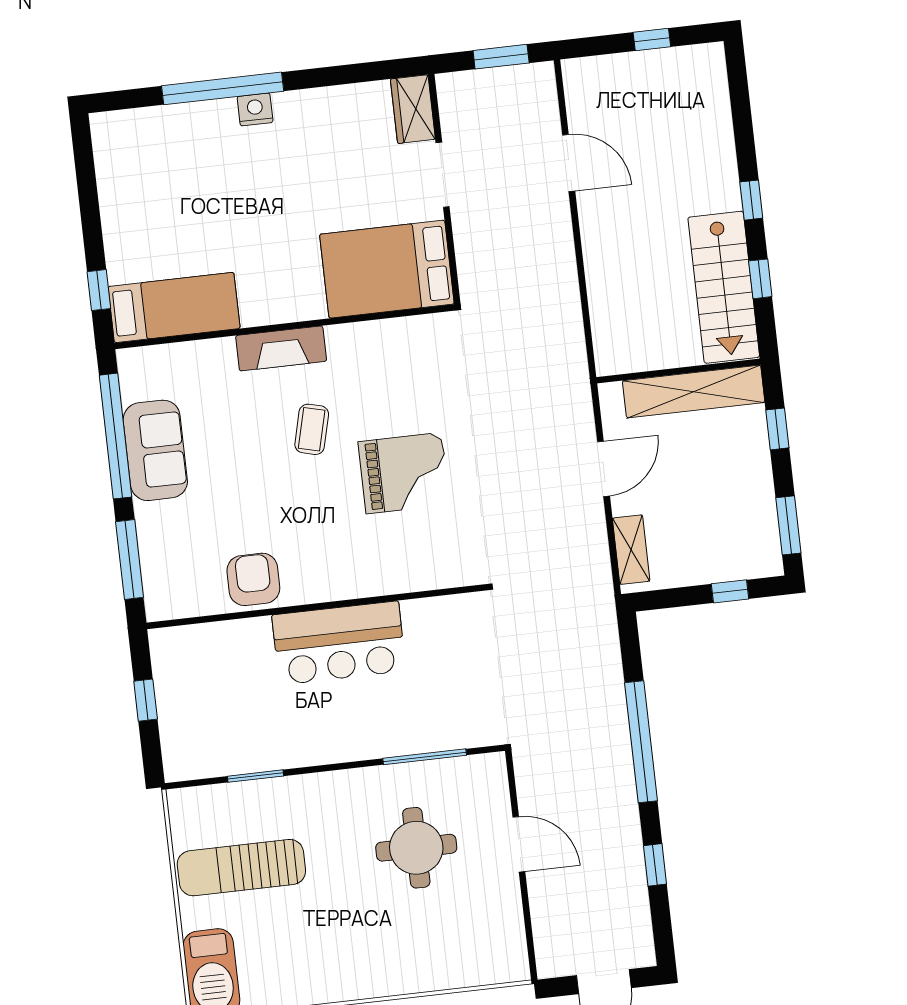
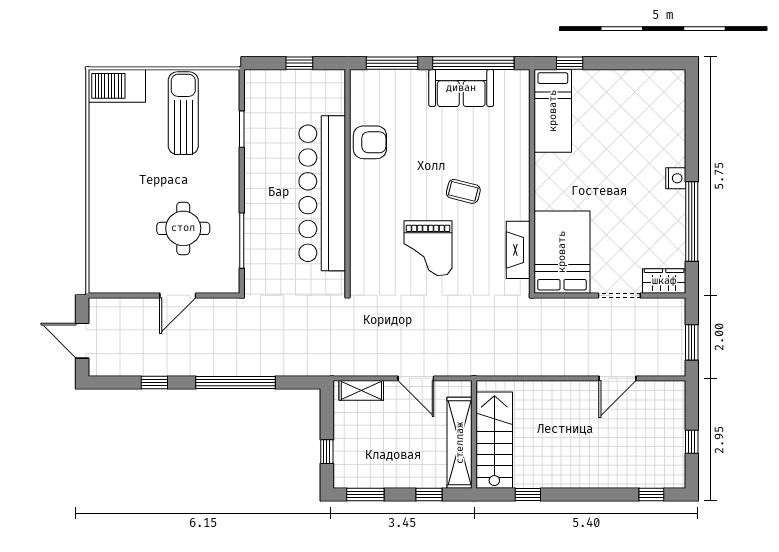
window: (223, 88) -> (692, 221), moved
window: (751, 200) -> (651, 494), moved
stairs: (724, 287) -> (494, 440), moved, turned 90
fireplace: (281, 348) -> (518, 250), moved
bar counter: (339, 643) -> (322, 193), width x1.86

